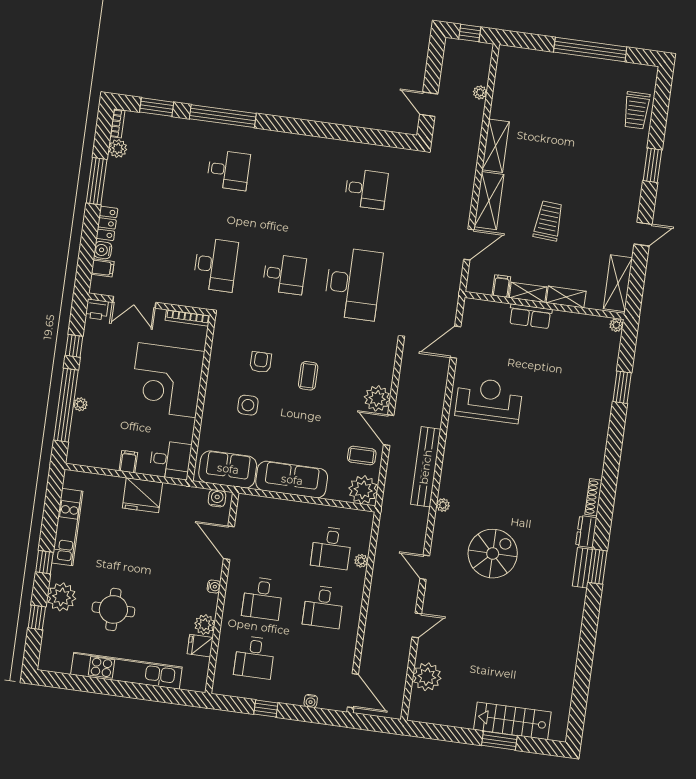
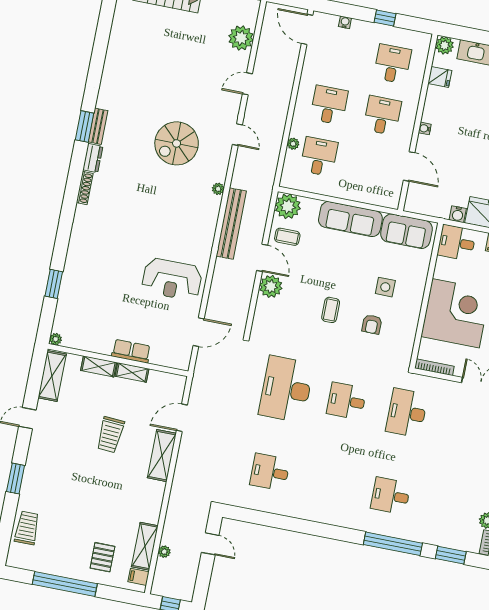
pallet: (549, 82) -> (102, 557), added
shelving: (496, 146) -> (145, 546), moved
filing cabinet: (501, 286) -> (139, 577), moved, turned 90
water cooler: (217, 498) -> (458, 214), moved
plant: (205, 624) -> (445, 45), moved

